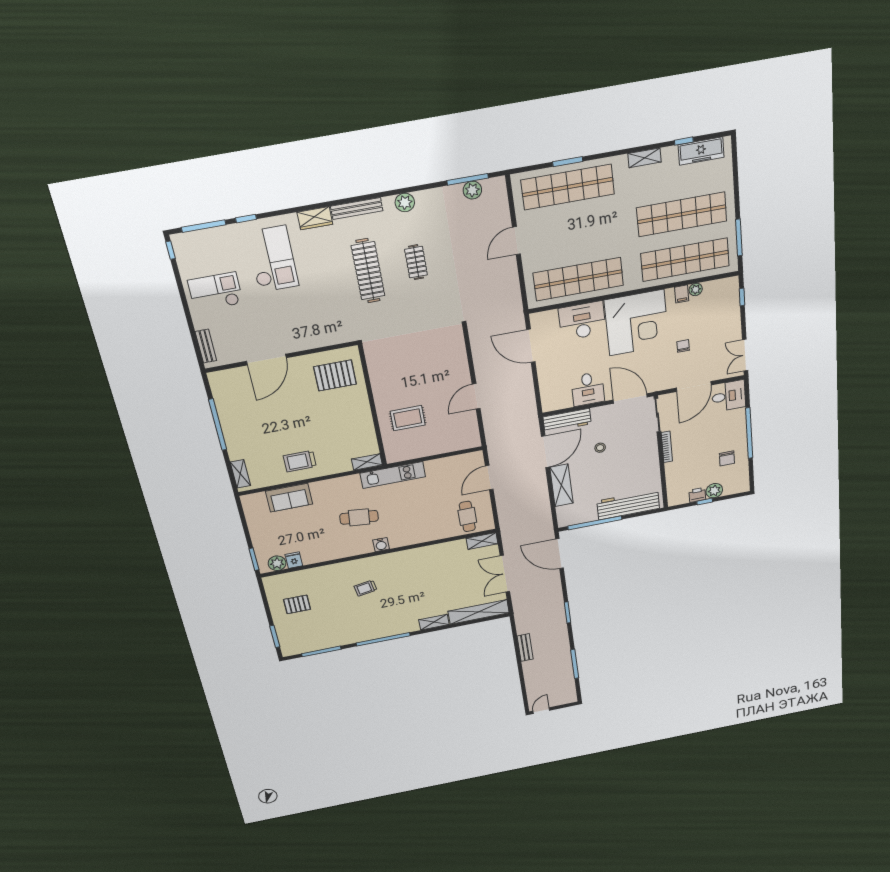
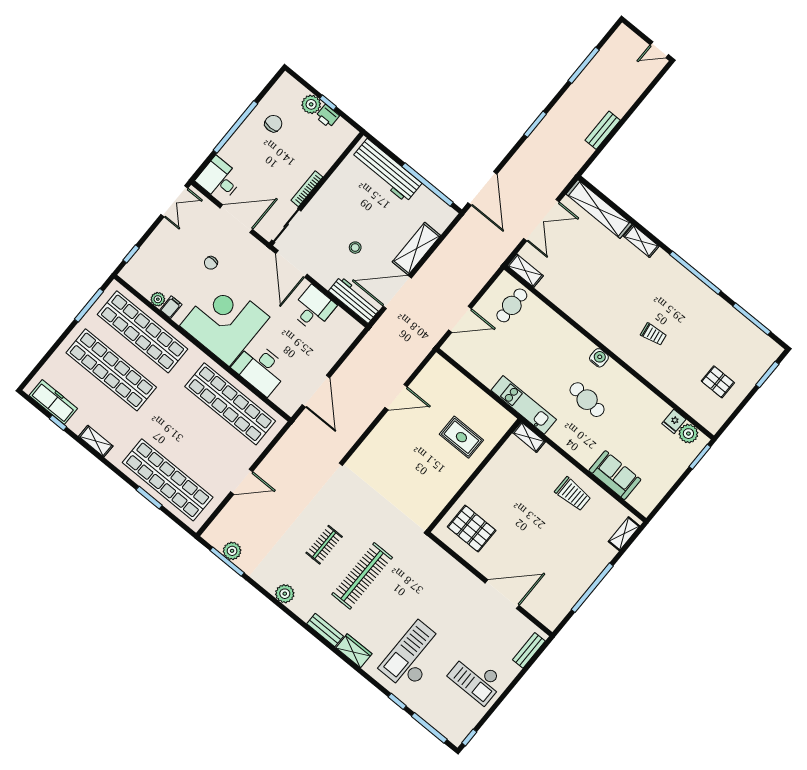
bench: (357, 208) -> (325, 630), width x0.73

